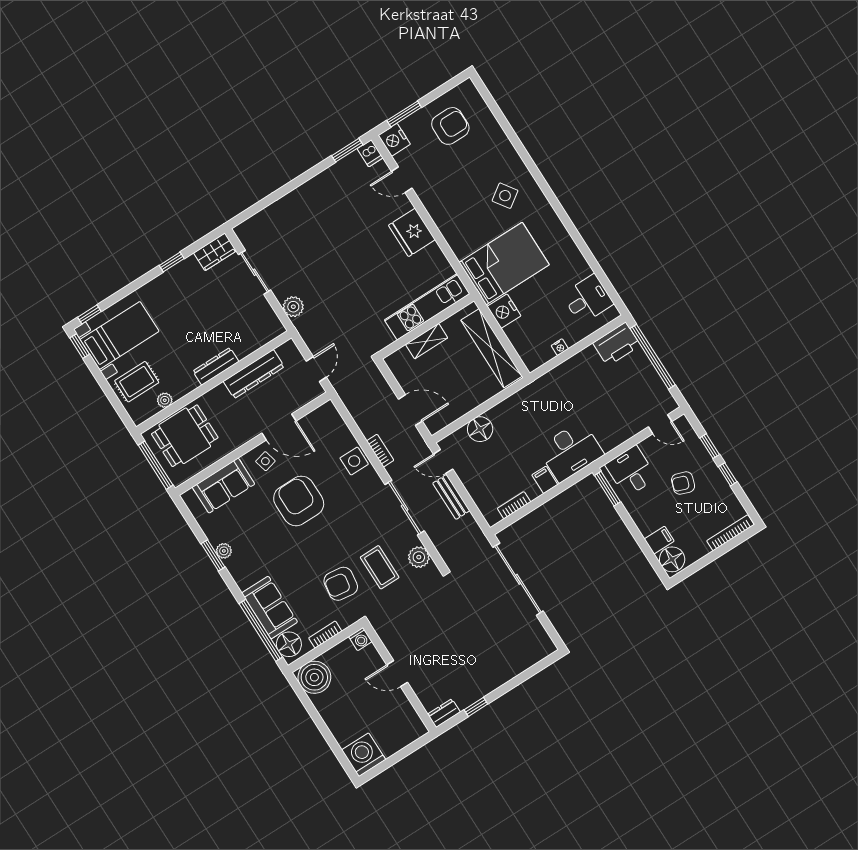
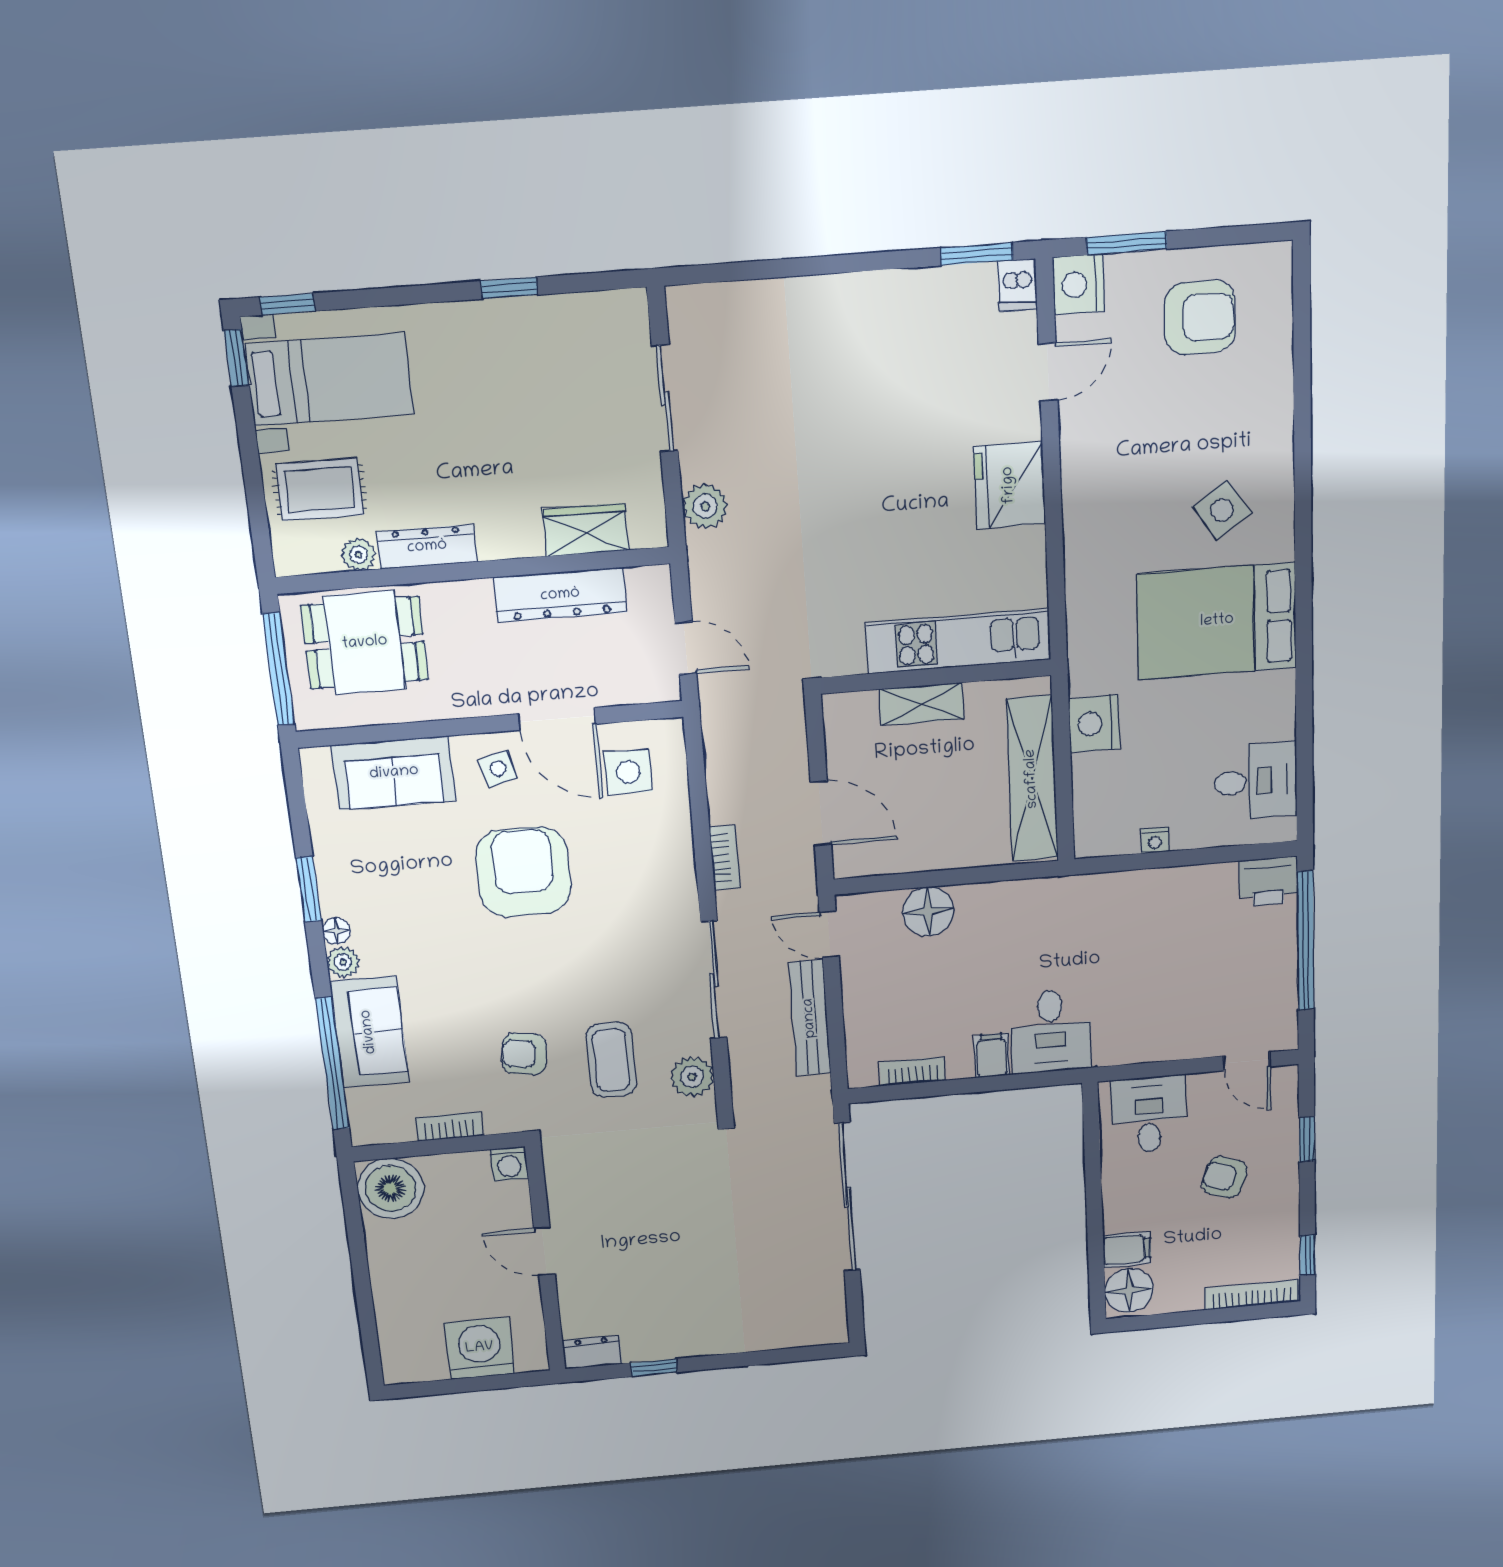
door: (402, 180) -> (1048, 372), swing flipped
wardrobe: (215, 252) -> (586, 530), moved, turned 180
bed: (504, 264) -> (1217, 621), moved, turned 180
printer: (617, 344) -> (1268, 881), width x0.73, depth x0.84
dresser: (216, 366) -> (427, 547), moved
door: (316, 369) -> (686, 648), hinge flipped
desk: (571, 451) -> (1051, 1031), width x0.73
side table: (354, 461) -> (628, 772), moved
window: (728, 474) -> (1308, 1255), moved
window: (608, 489) -> (1091, 1123), removed
bench: (451, 497) -> (810, 1018), width x1.36
plant: (224, 551) -> (343, 962), moved
armchair: (341, 584) -> (524, 1054), width x0.72, depth x0.72
floor lamp: (289, 644) -> (336, 931), moved, width x0.53, depth x0.53
washing machine: (364, 755) -> (480, 1348), moved

